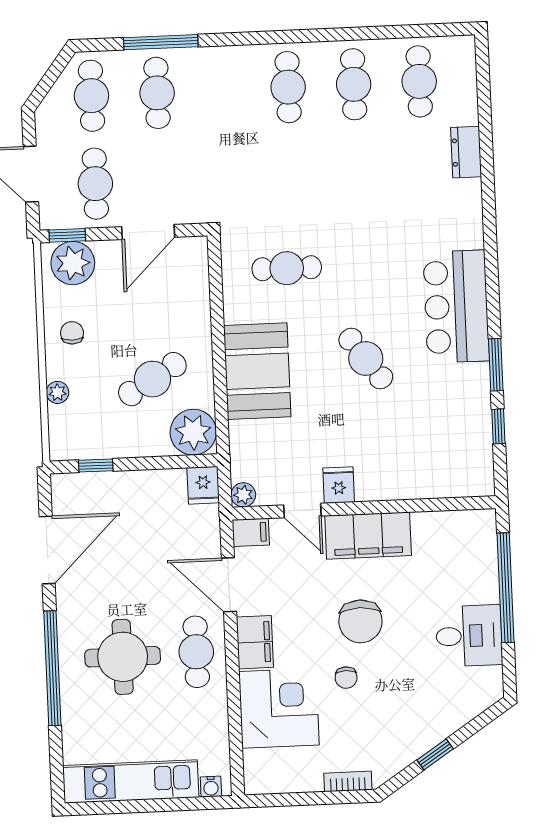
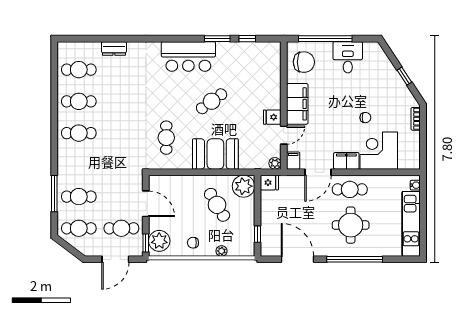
chair: (360, 621) -> (304, 62), moved

